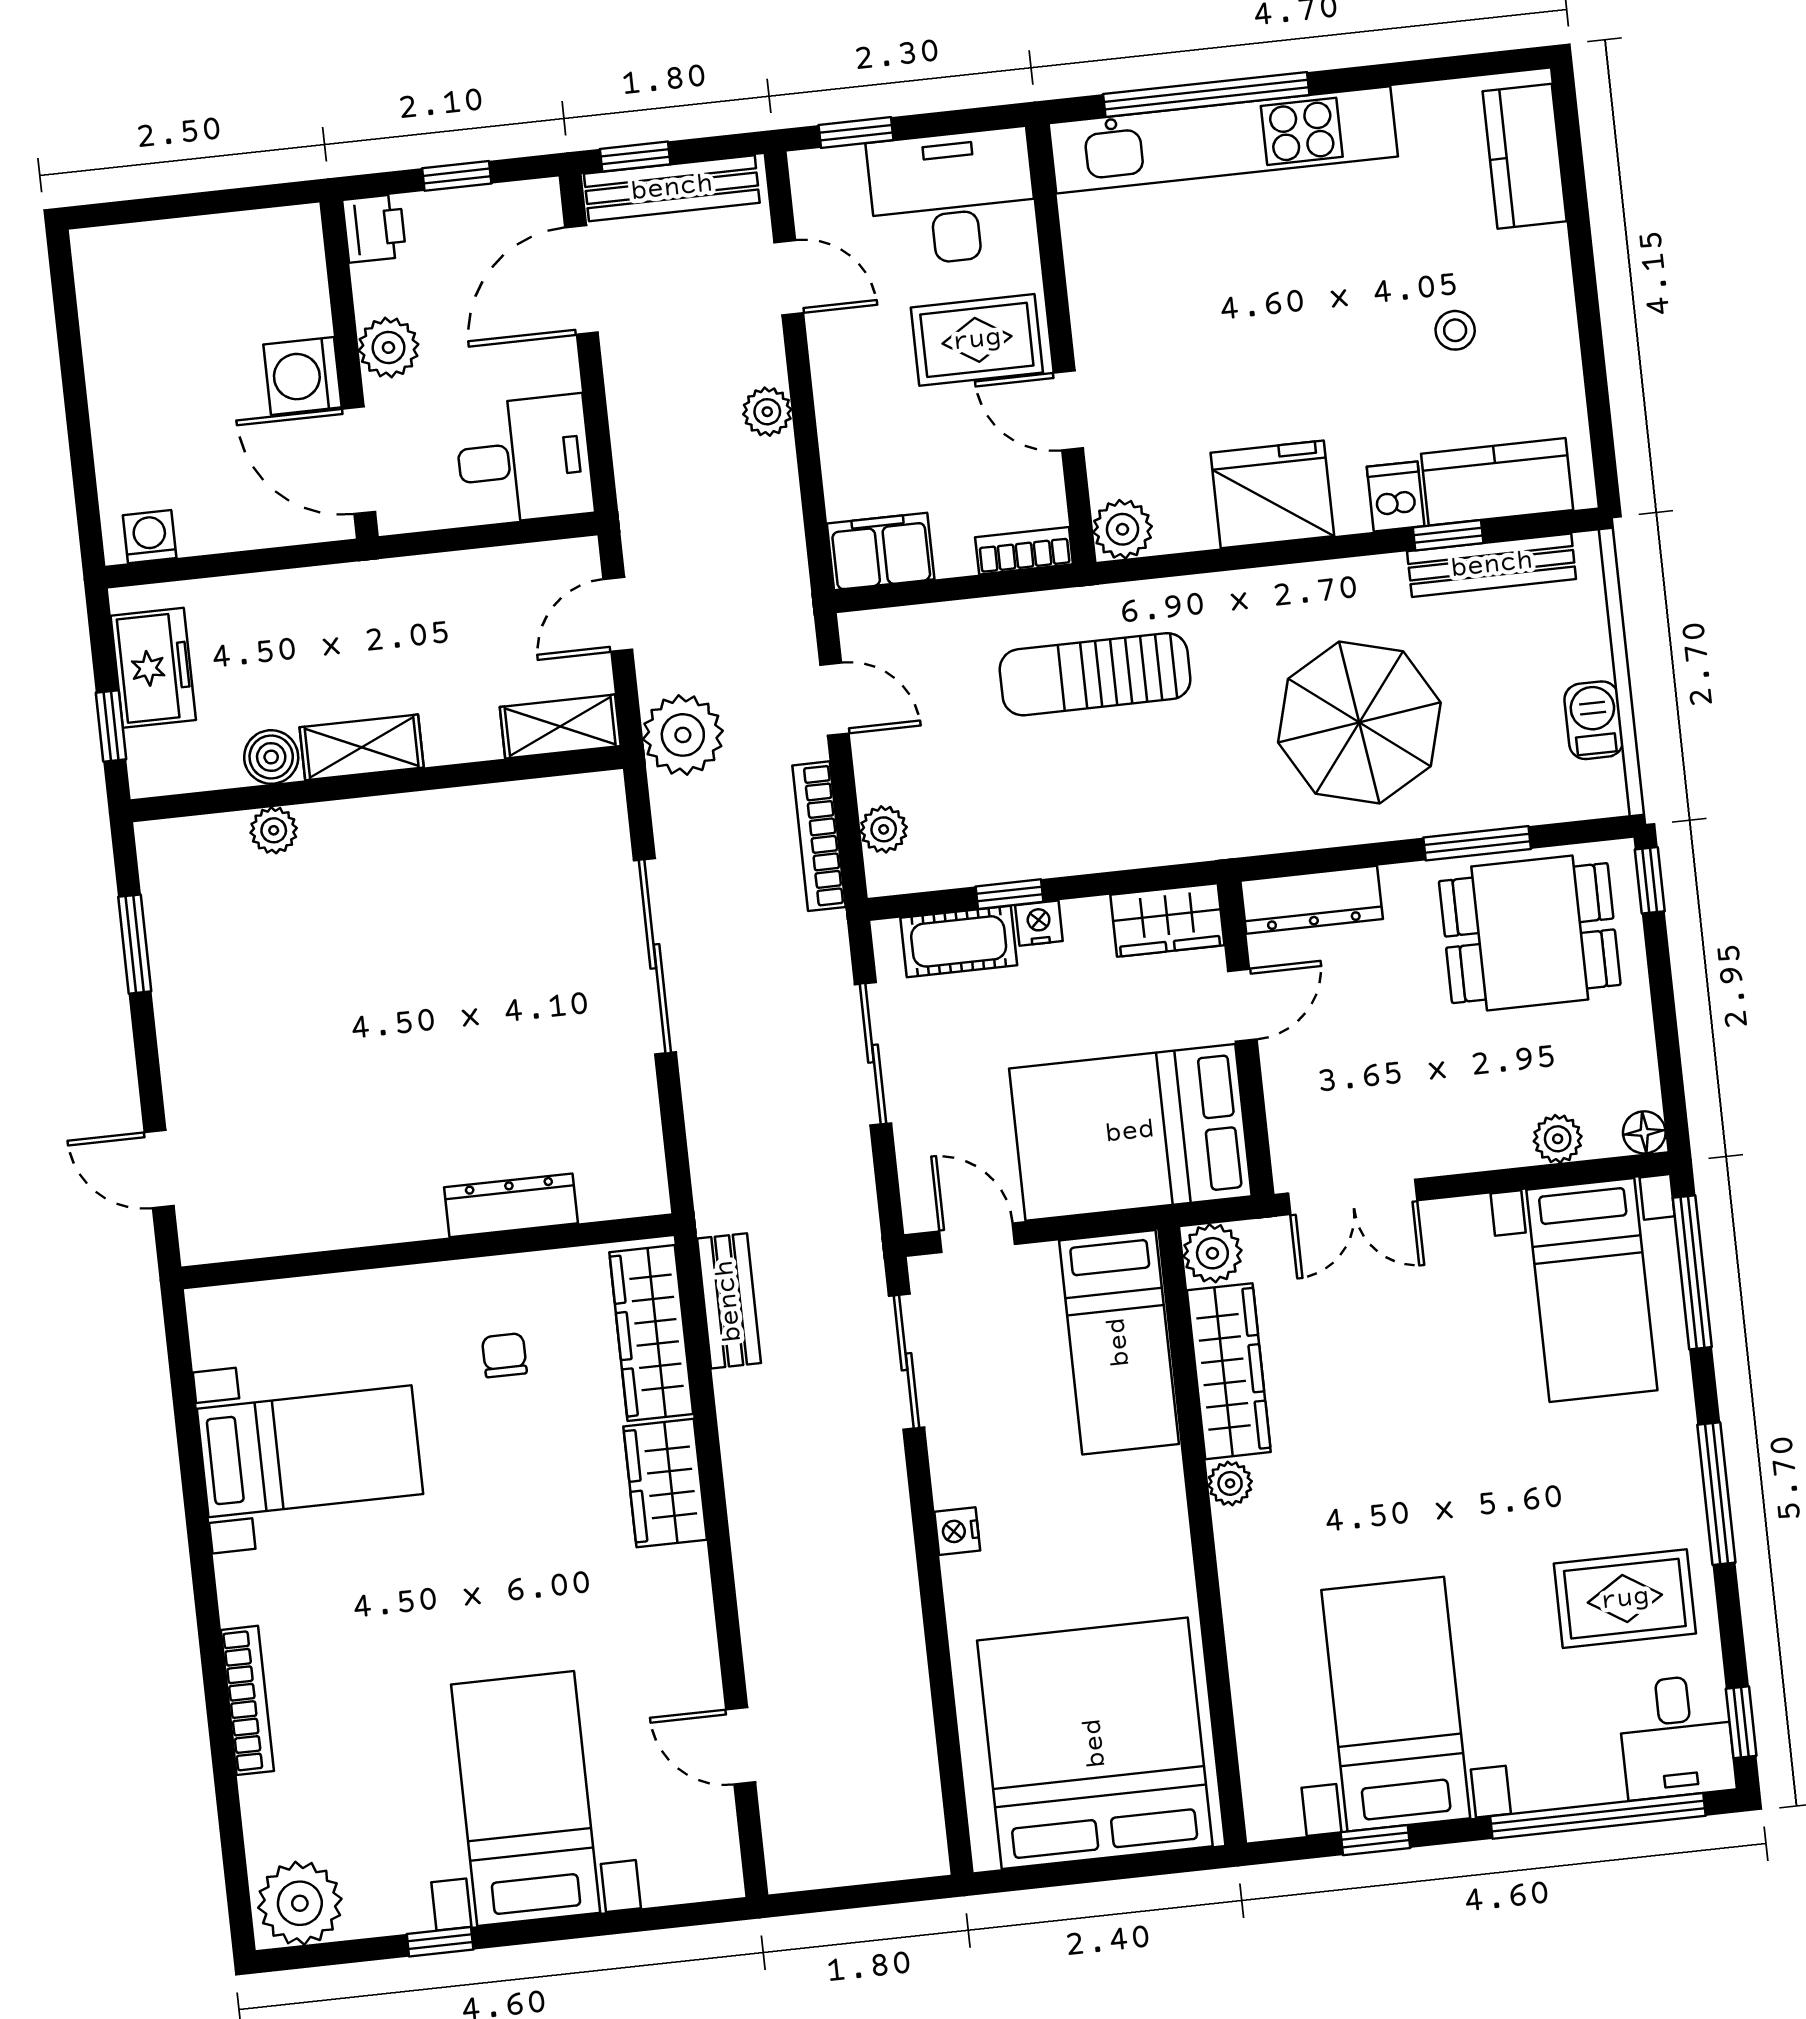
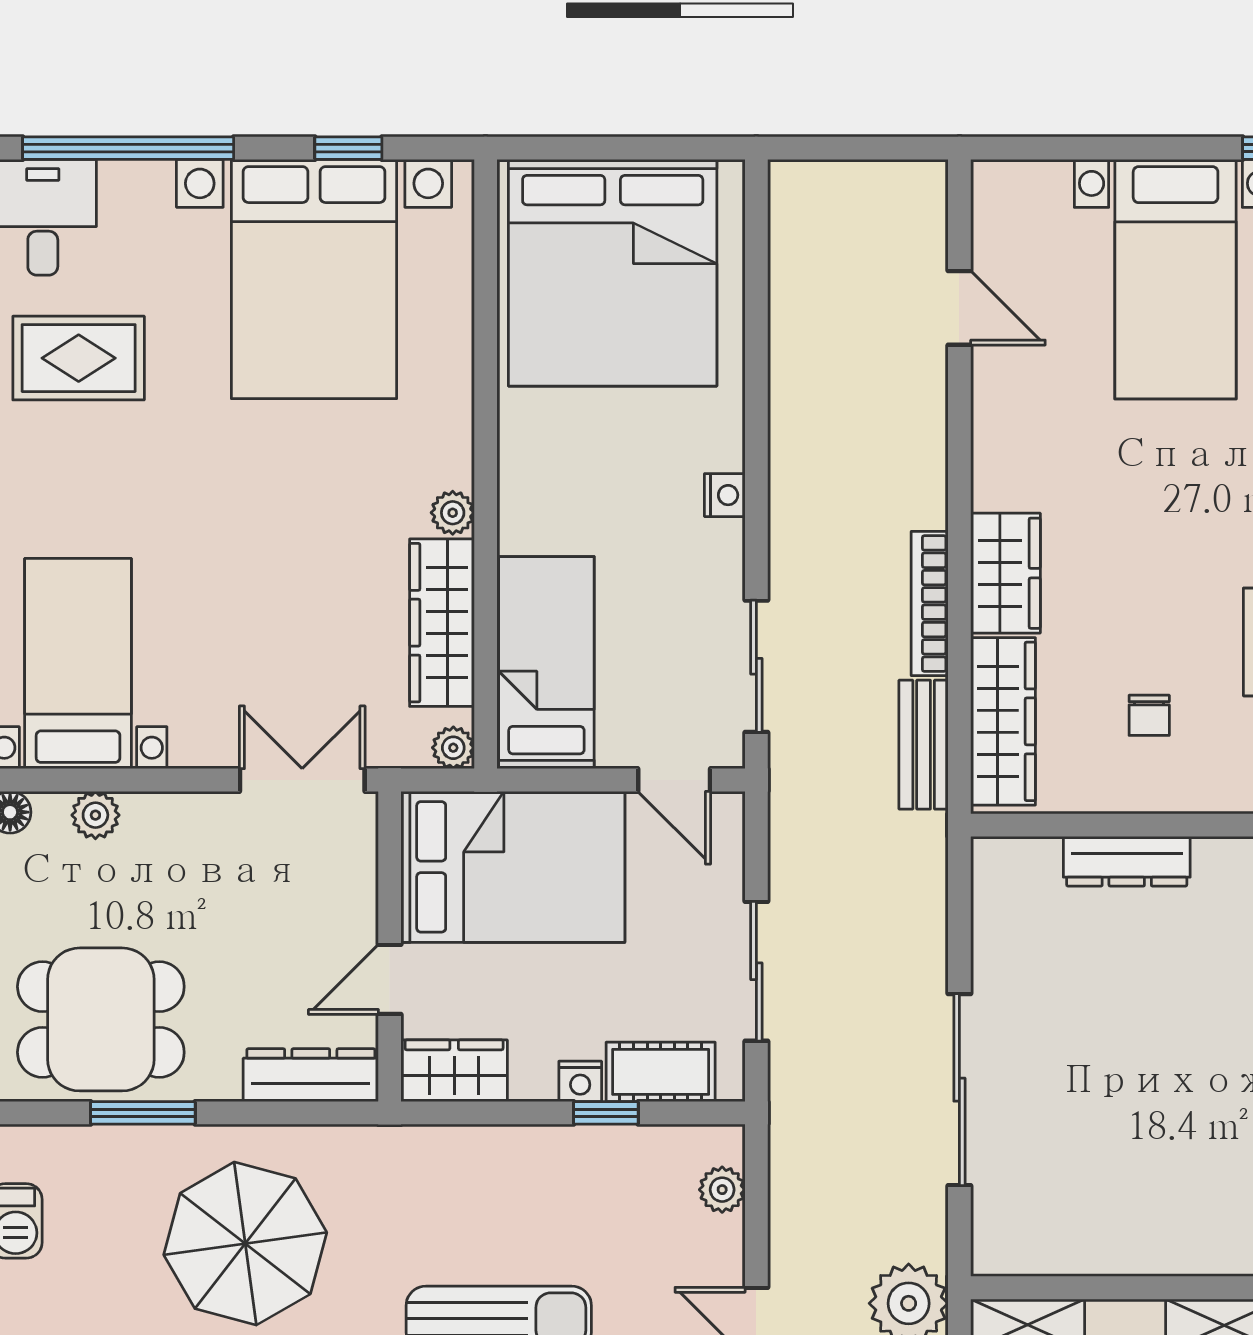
bookcase: (819, 836) -> (930, 604), moved, turned 180
plant: (1212, 1253) -> (453, 748), width x0.73, depth x0.73
bed with nightstands: (1396, 1704) -> (314, 279), width x1.36

